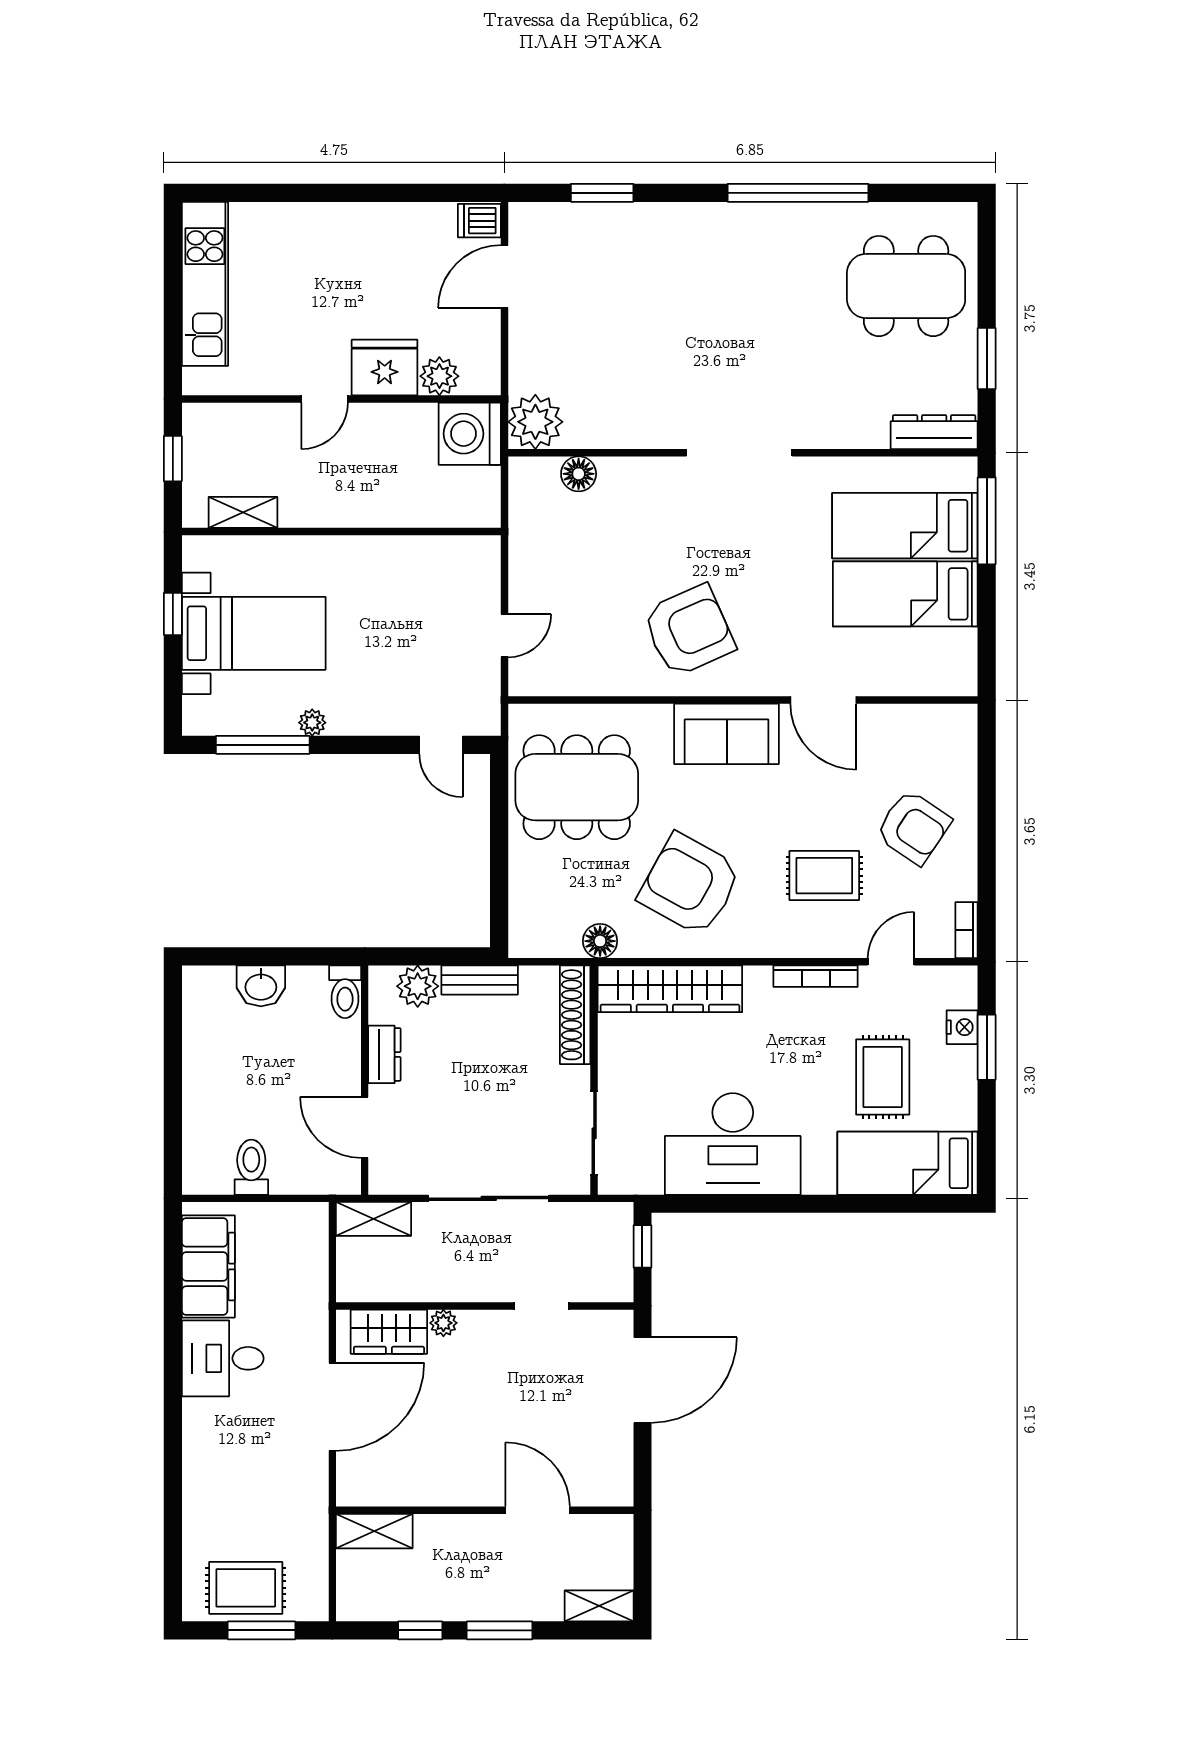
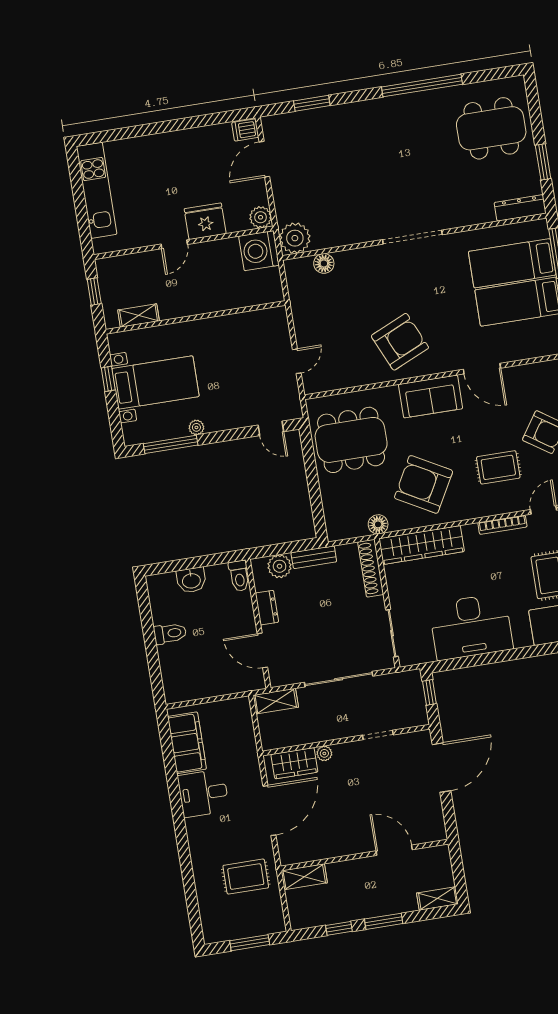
plant: (439, 376) -> (261, 217), moved
toilet: (251, 1167) -> (170, 633), moved, turned 90
rug: (246, 1588) -> (246, 877), moved

